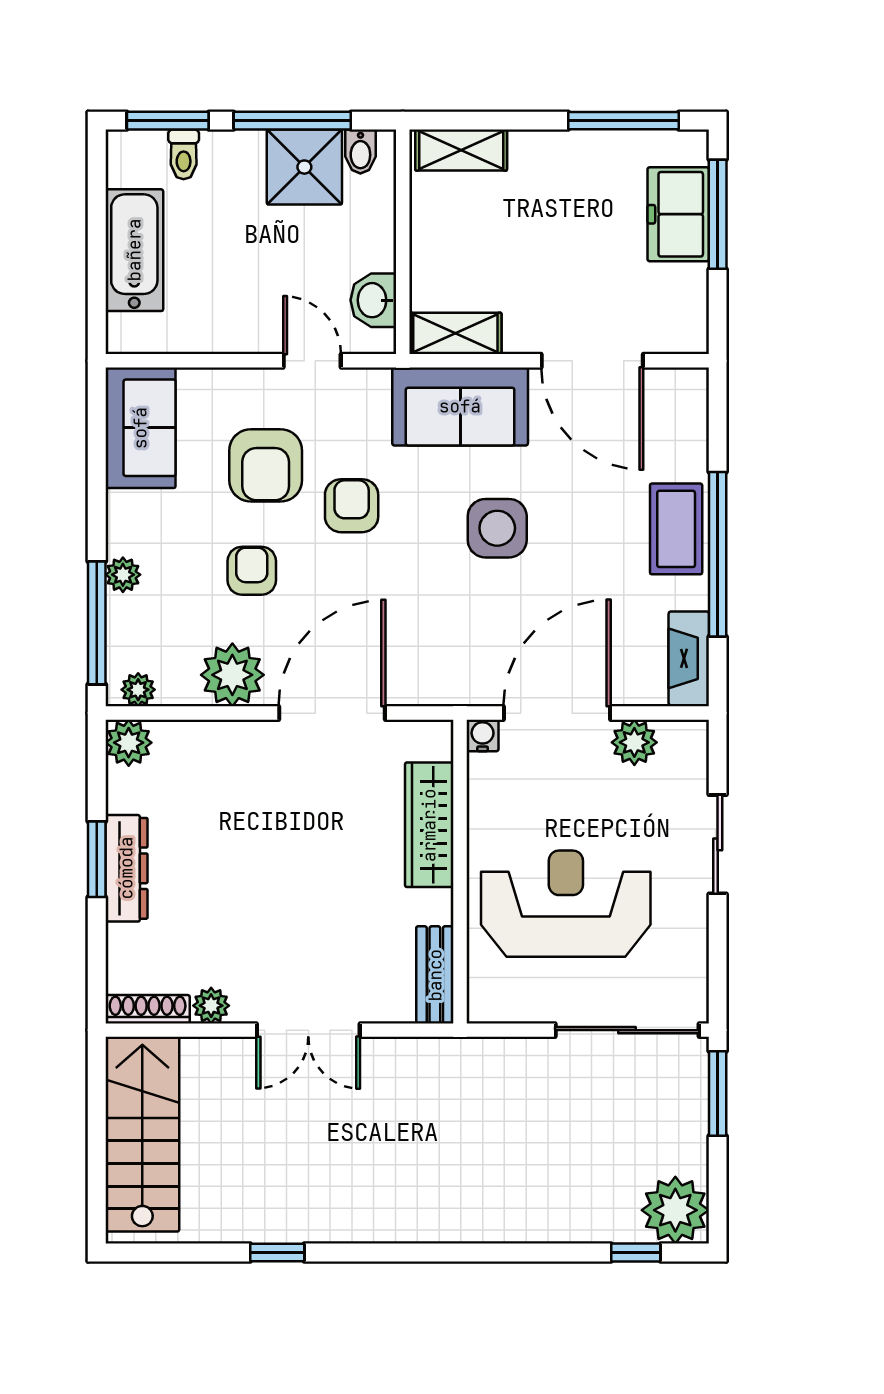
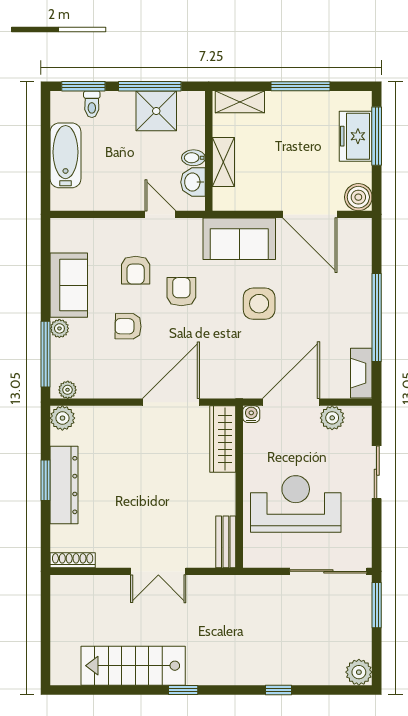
window: (624, 121) -> (301, 86), moved
bidet: (360, 152) -> (193, 158), moved, turned 90
boiler: (683, 329) -> (358, 197), added
shelving: (455, 333) -> (223, 162), moved, turned 90
sofa: (140, 428) -> (69, 285), moved
armchair: (266, 465) -> (136, 270), width x0.72, depth x0.72
coffee table: (676, 529) -> (355, 304), removed
armchair: (252, 571) -> (128, 326), turned -89
plant: (232, 675) -> (118, 382), removed
wardrobe: (429, 825) -> (223, 439), moved
dresser: (126, 868) -> (64, 485), width x1.37, depth x1.24
plant: (211, 1006) -> (106, 558), removed
stairs: (142, 1134) -> (133, 666), moved, turned -90
plant: (675, 1210) -> (359, 672), width x0.73, depth x0.73
window: (277, 1253) -> (183, 690), moved
window: (636, 1253) -> (278, 690), moved

